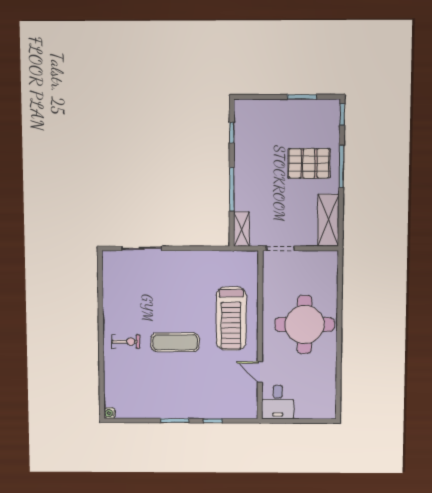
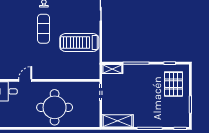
pallet: (309, 163) -> (174, 84), moved
treadmill: (231, 319) -> (79, 43), moved

